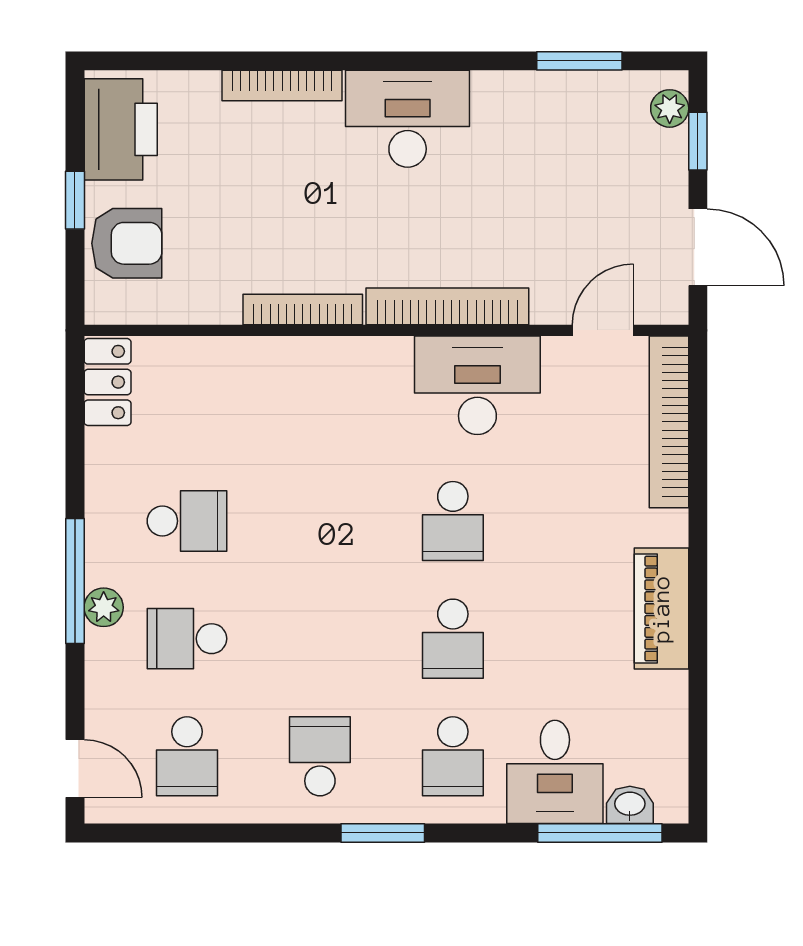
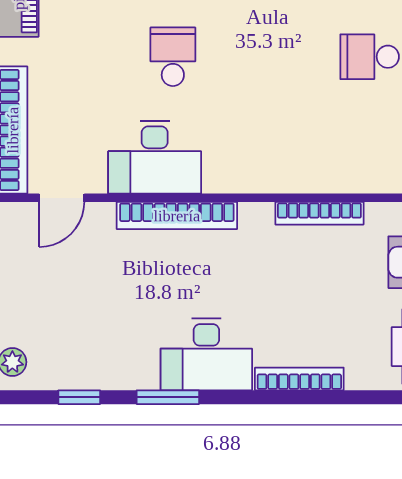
window: (460, 61) -> (168, 397), added
window: (579, 61) -> (79, 397), width x0.67
bookcase: (303, 310) -> (319, 213), moved

